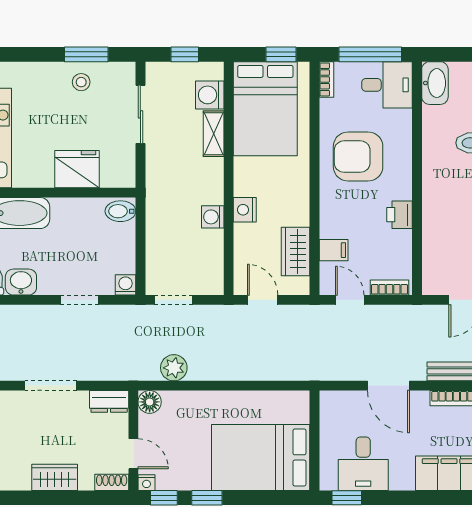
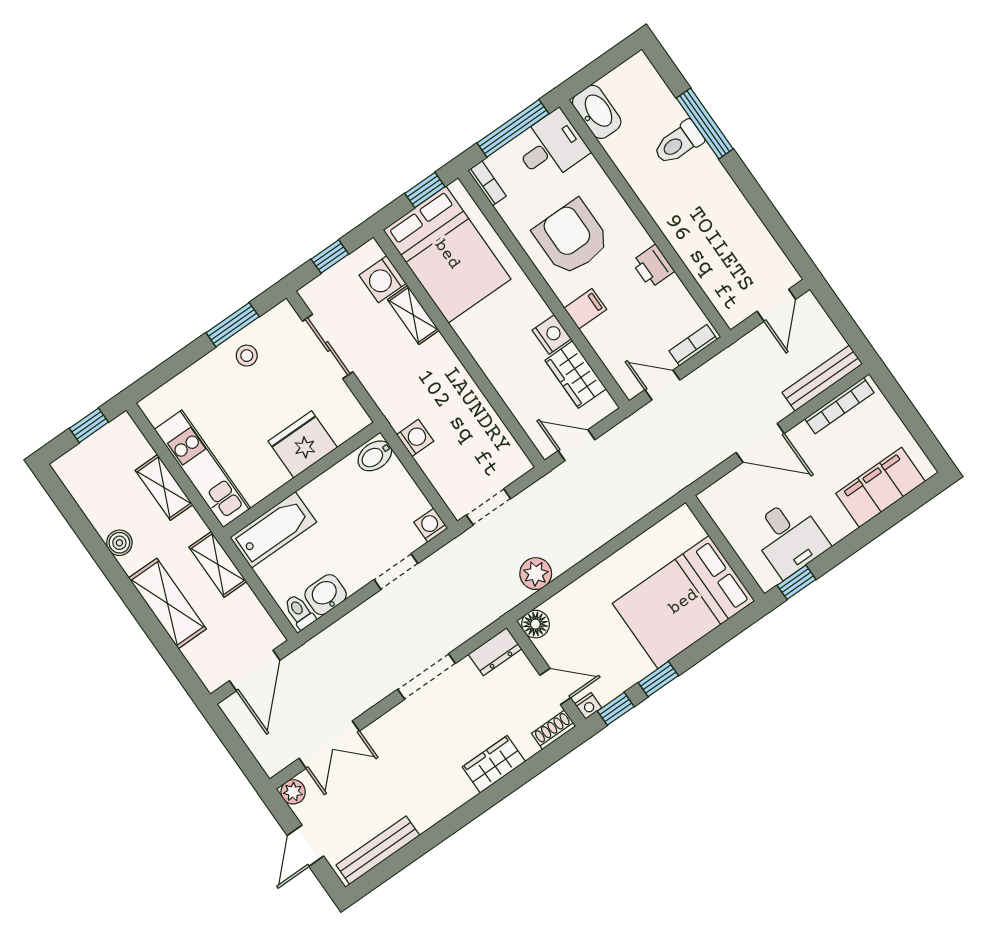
armchair: (358, 157) -> (572, 238), turned 90
nightstand: (245, 210) -> (552, 335), moved, turned 180
washing machine: (213, 217) -> (415, 438), moved, turned 180
filing cabinet: (334, 250) -> (585, 309), moved

